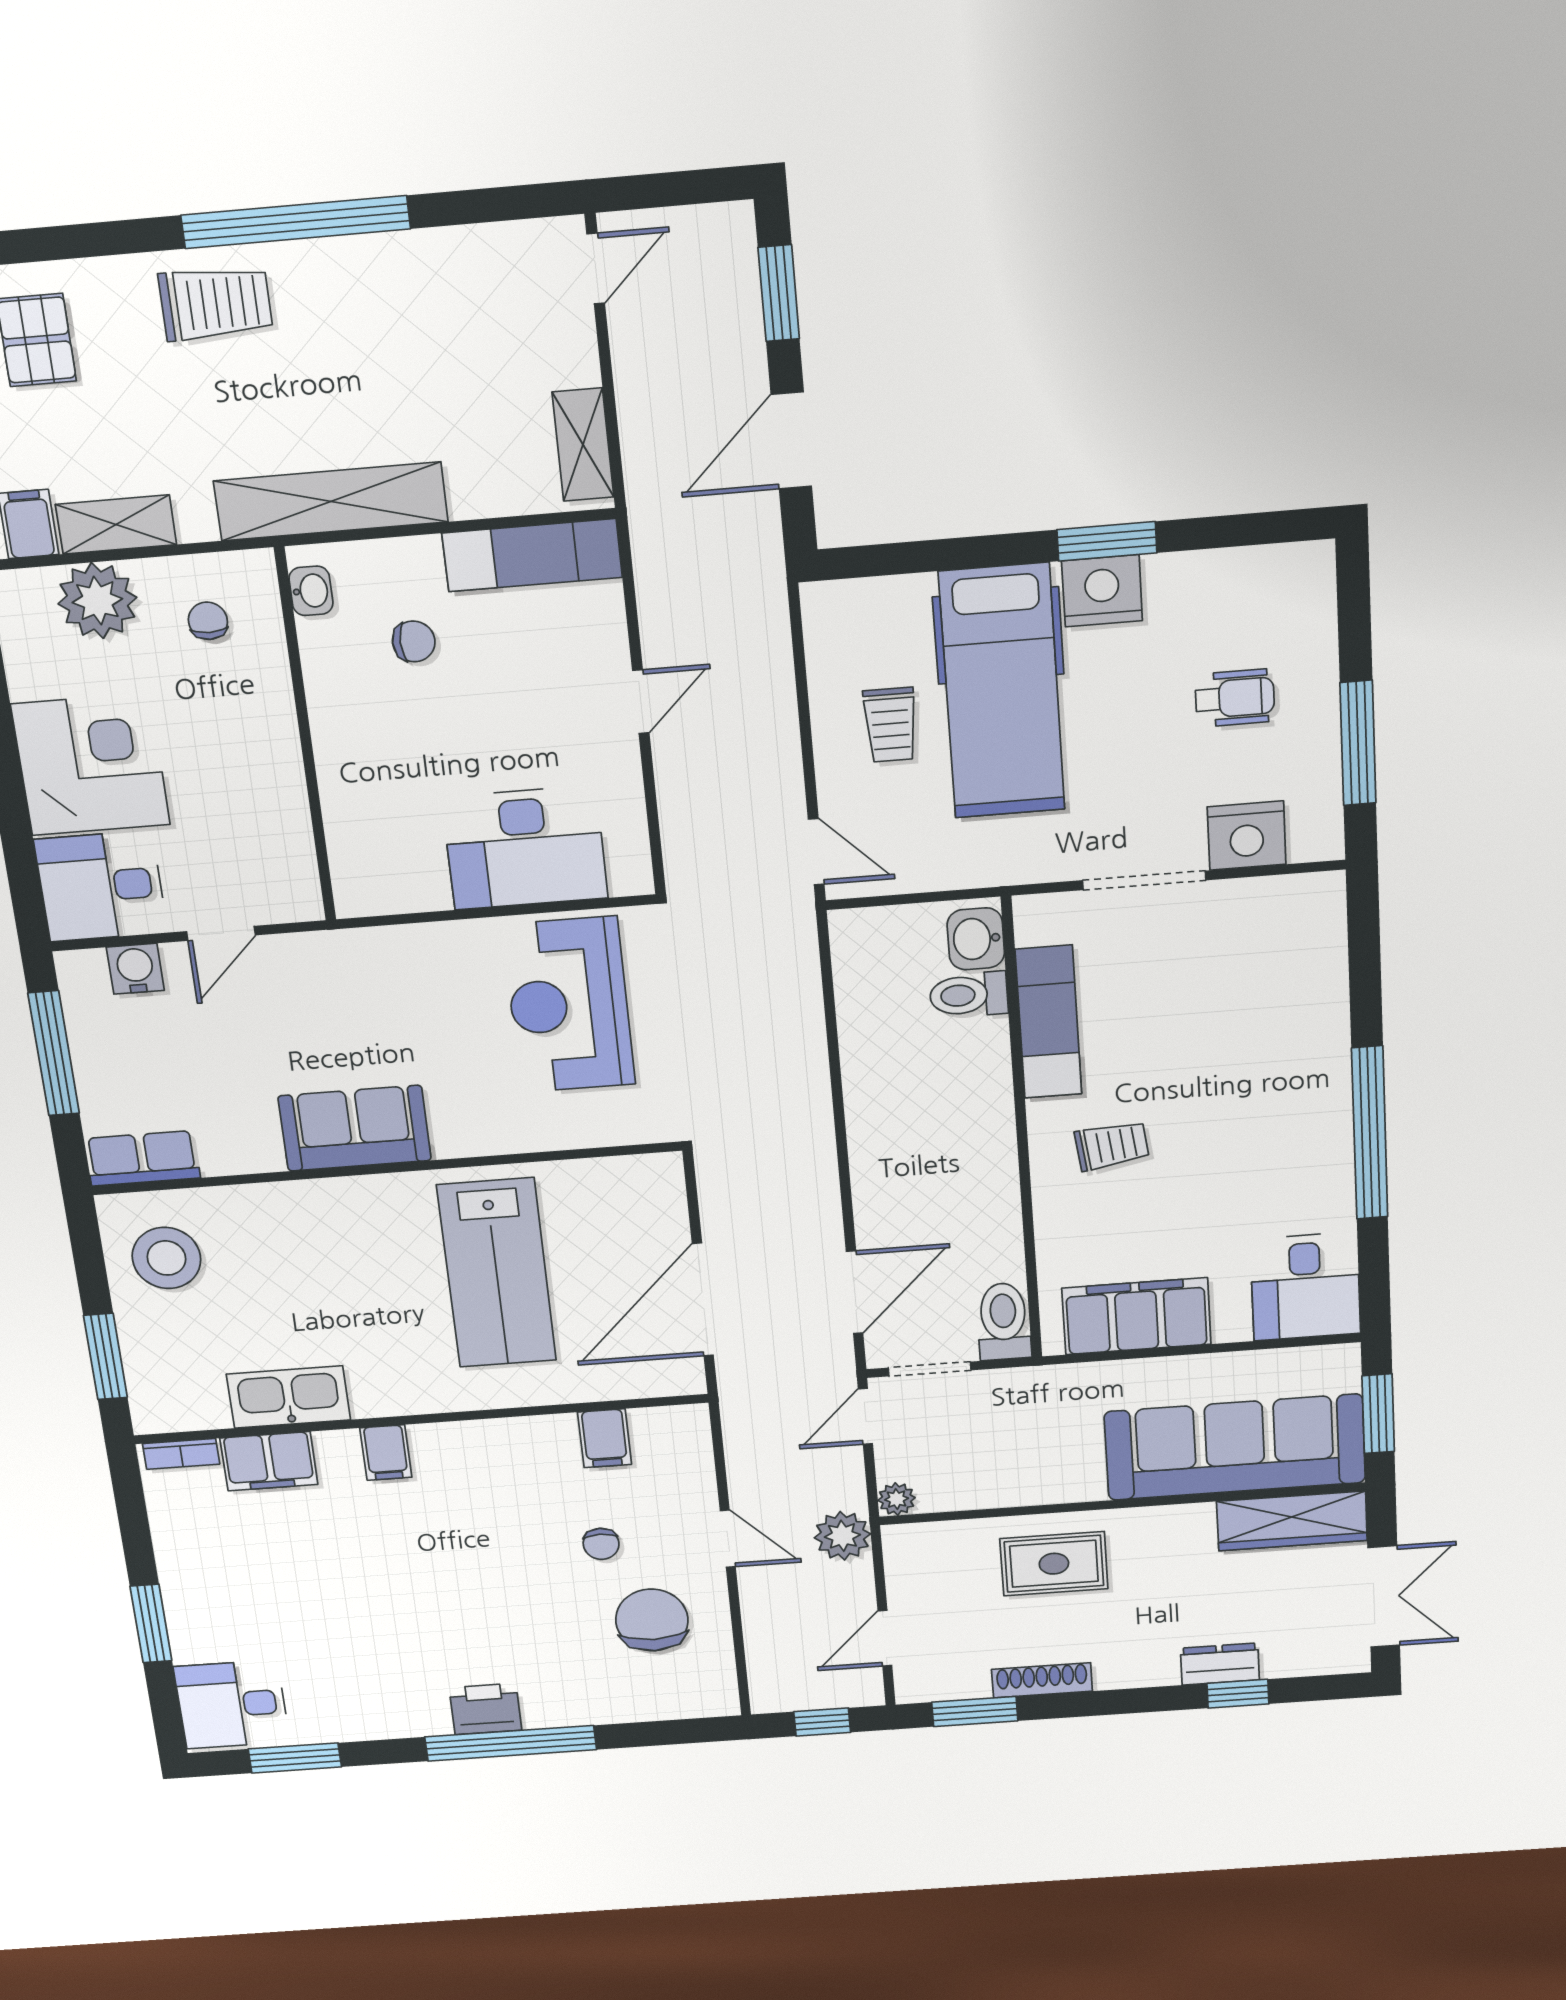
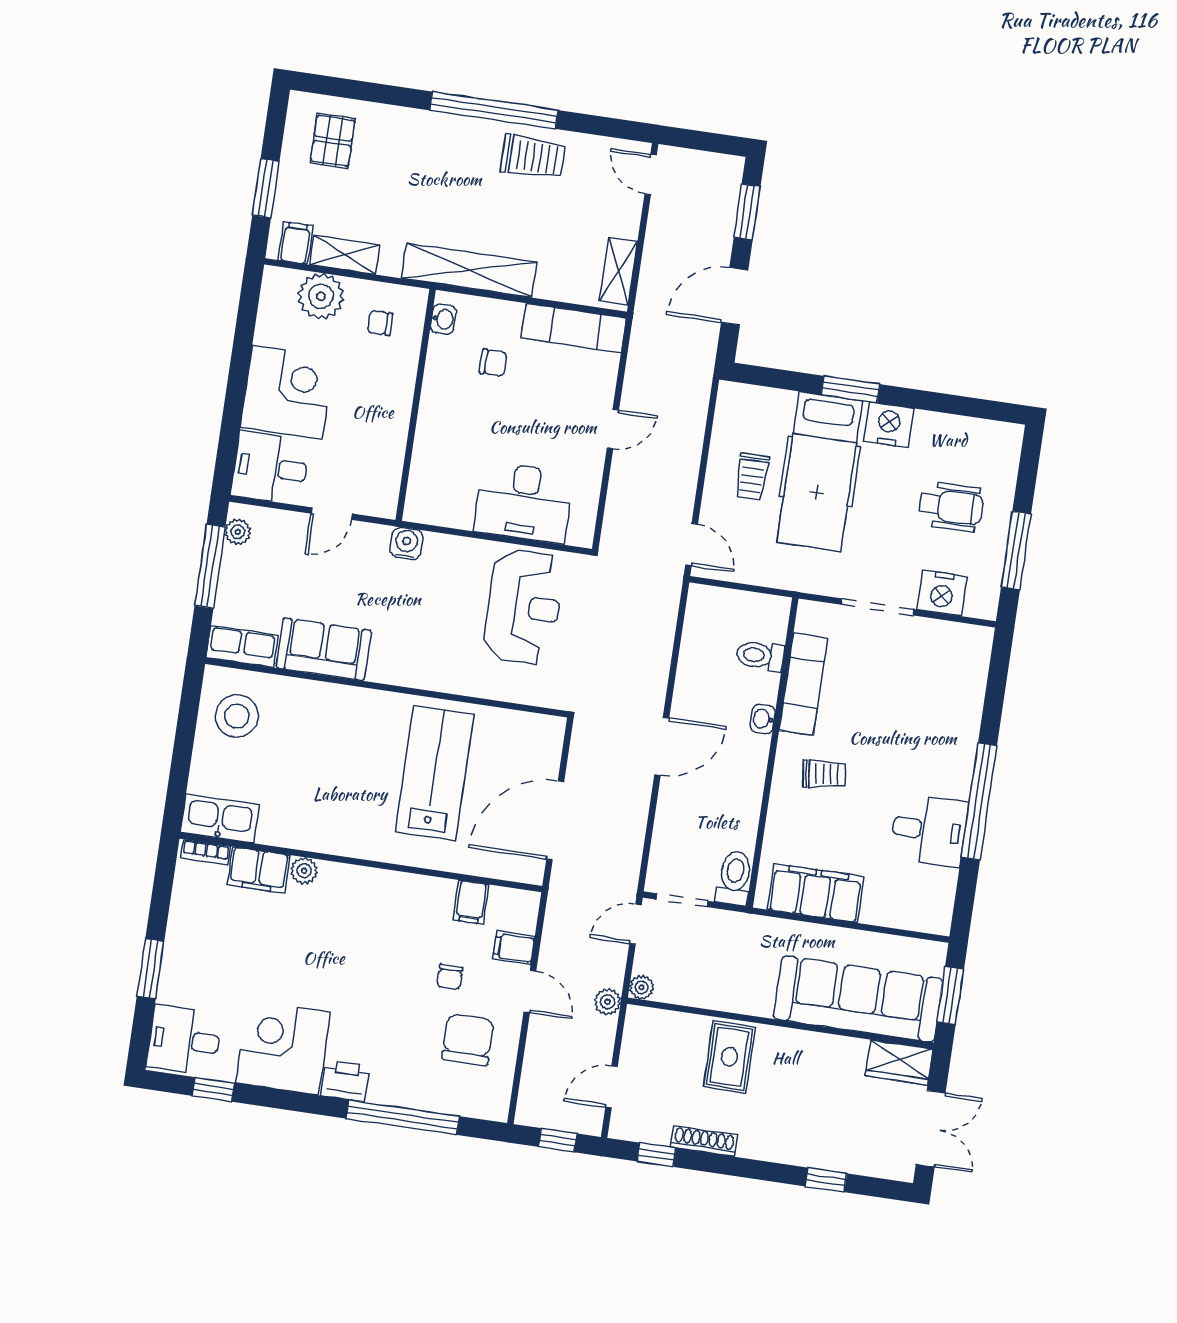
door: (596, 269) -> (651, 175), swing flipped
trolley: (216, 303) -> (533, 157), moved
window: (1107, 541) -> (850, 389), moved
chair: (208, 621) -> (380, 323), turned -90
wheelchair: (1235, 698) -> (951, 507), width x1.36, depth x1.37
washbasin: (976, 939) -> (763, 719), moved, width x0.72, depth x0.69
water cooler: (135, 969) -> (406, 543), moved
plant: (80, 993) -> (238, 532), added
reception desk: (569, 1005) -> (524, 607), turned 180
sofa: (355, 1128) -> (324, 649), moved
lab bench: (497, 1273) -> (435, 773), turned 180
desk: (1305, 1286) -> (929, 830), moved, turned -90
door: (855, 1292) -> (662, 746), moved
window: (105, 1357) -> (179, 774), removed
kitchen sink: (288, 1397) -> (220, 819), moved
plant: (338, 1448) -> (304, 871), added
filing cabinet: (386, 1453) -> (514, 948), moved, turned 90
wardrobe: (1292, 1521) -> (899, 1062), width x0.67
plant: (842, 1536) -> (608, 1002), width x0.73, depth x0.73
rug: (1054, 1564) -> (729, 1057), turned 90
dresser: (1220, 1664) -> (819, 1155), removed
corner desk: (380, 1685) -> (283, 1048), added
window: (975, 1712) -> (656, 1155), width x0.67
window: (511, 1743) -> (403, 1117), moved
window: (295, 1758) -> (213, 1089), width x0.67

